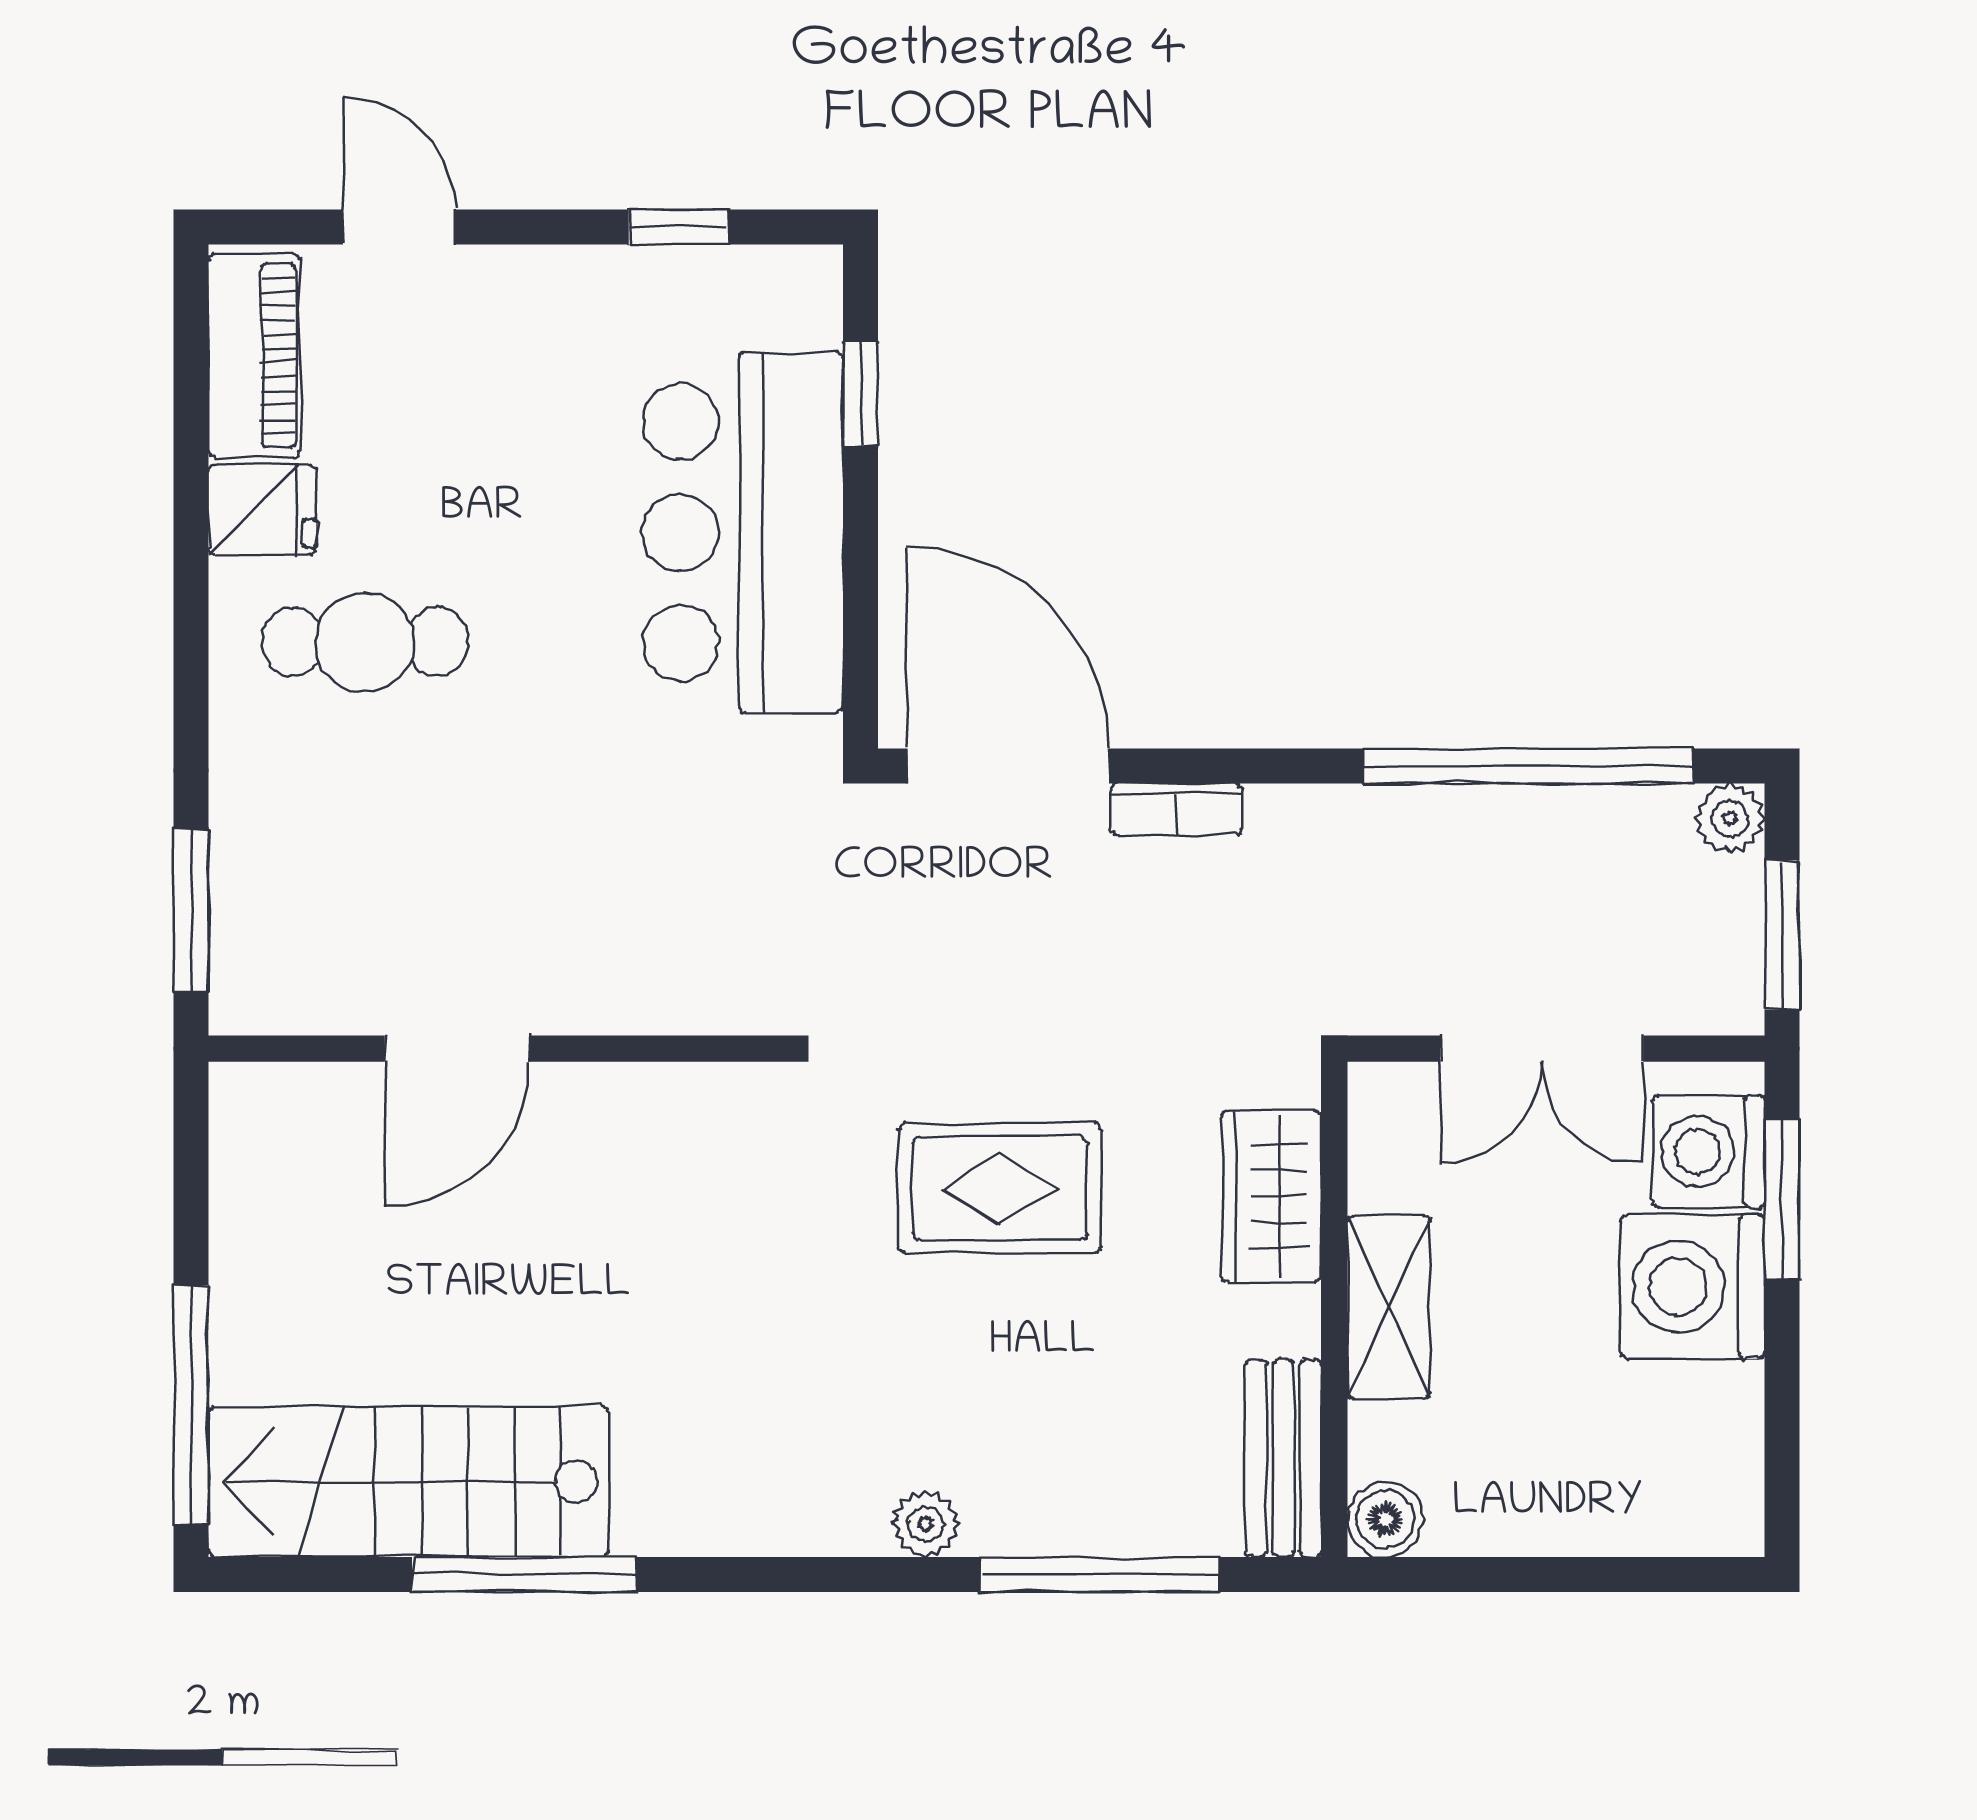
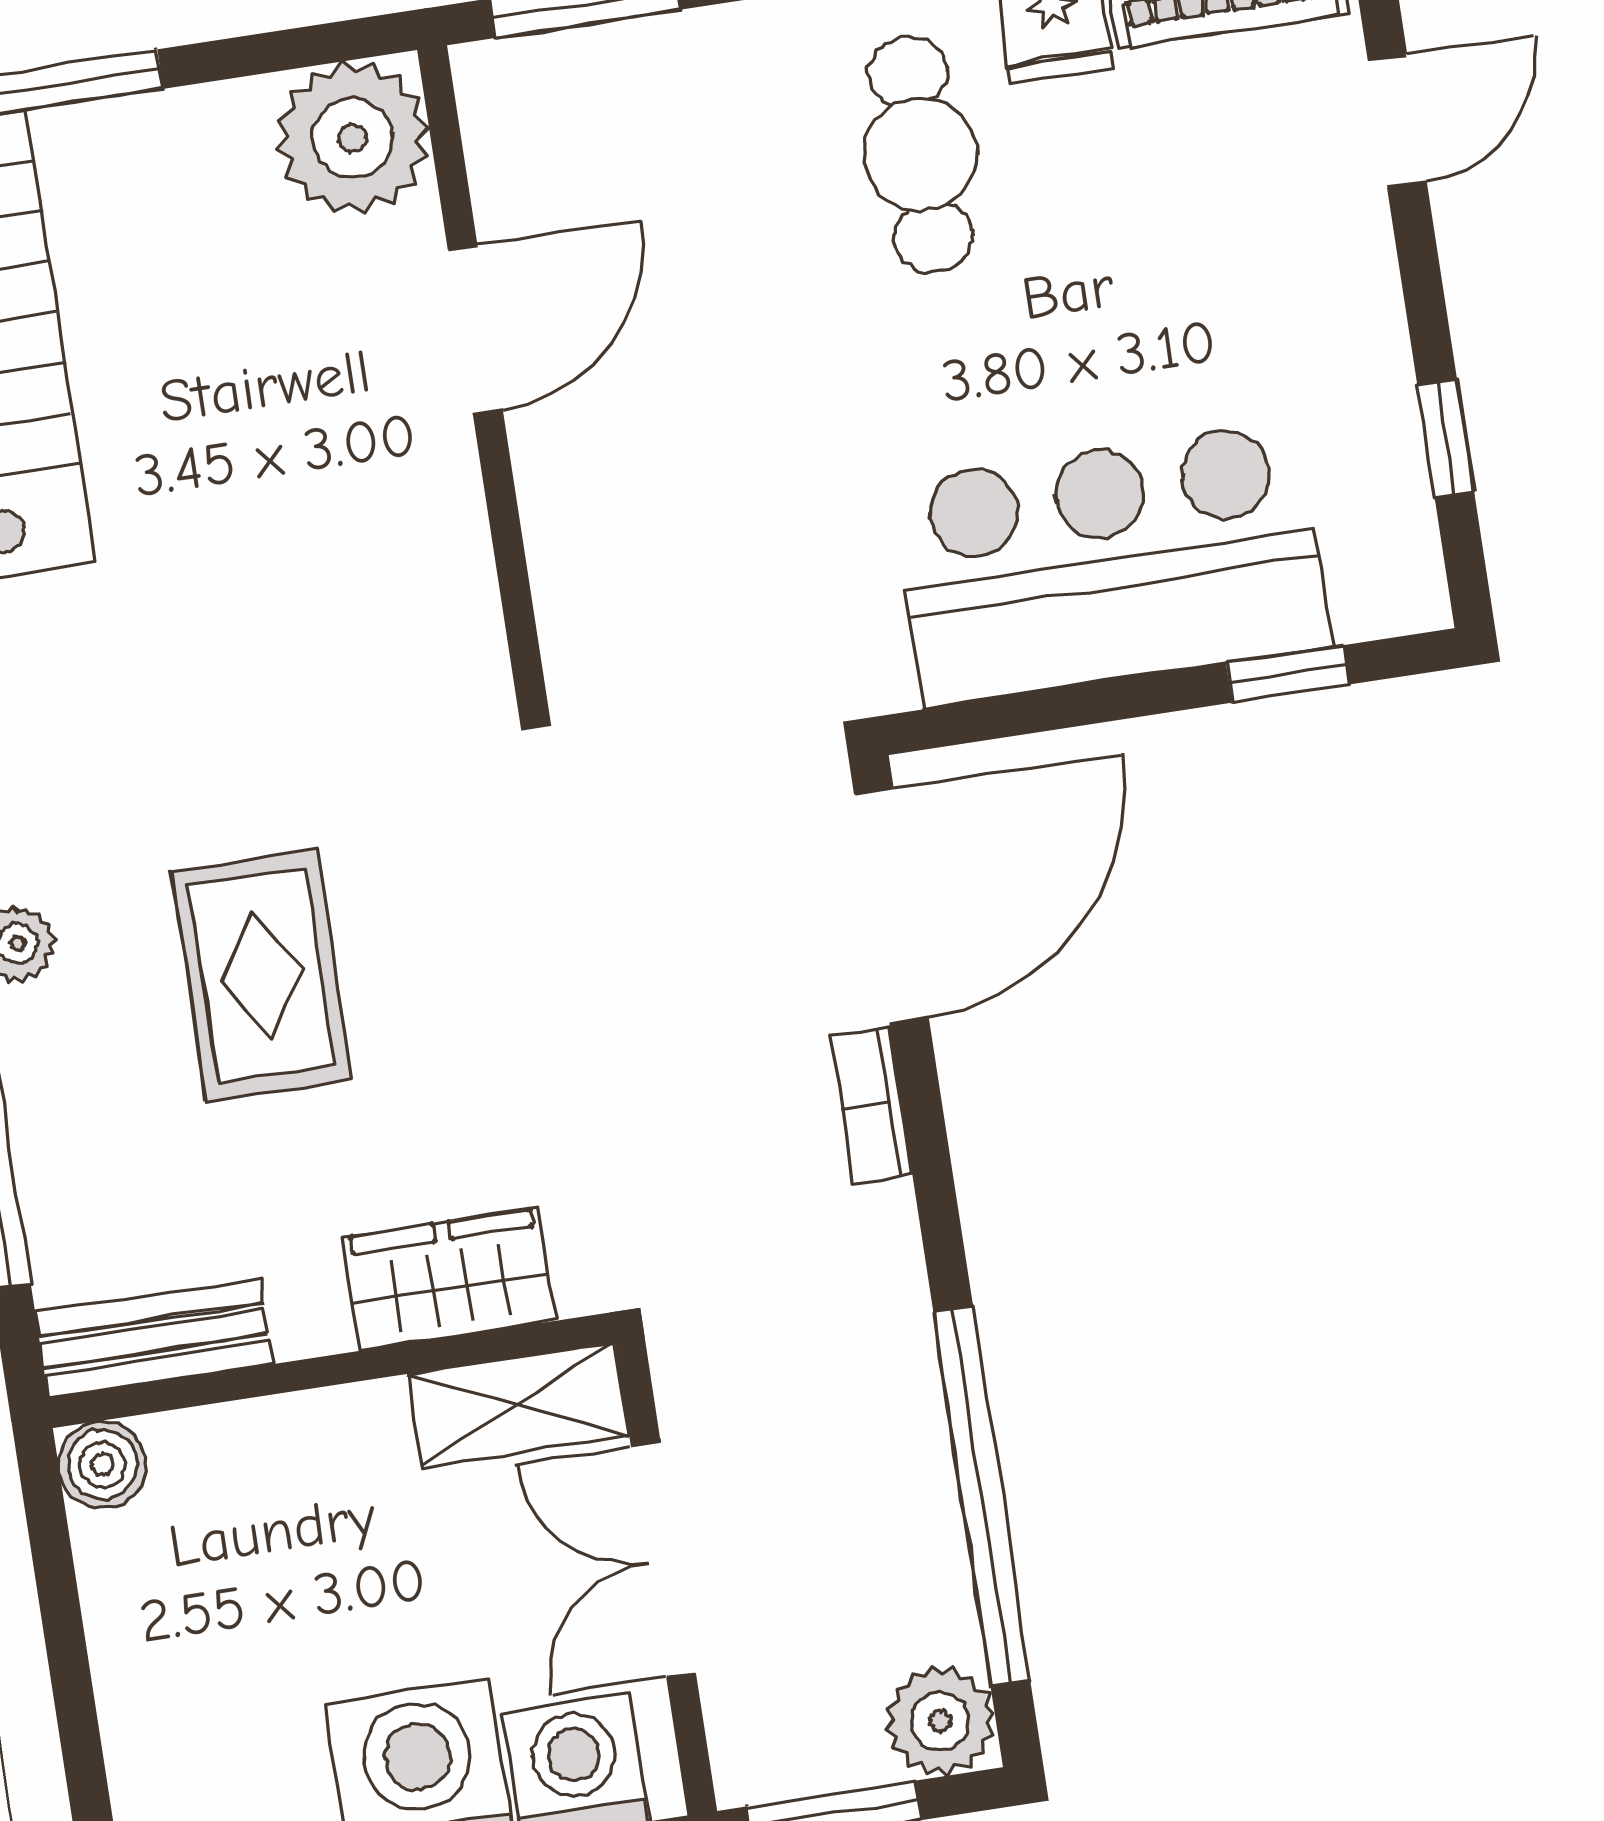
plant: (1730, 818) -> (940, 1721), width x1.38, depth x1.38
door: (457, 1049) -> (475, 330), swing flipped
plant: (276, 1129) -> (353, 138), added
rug: (1000, 1188) -> (262, 976), moved
shelving: (1389, 1307) -> (518, 1405), moved

